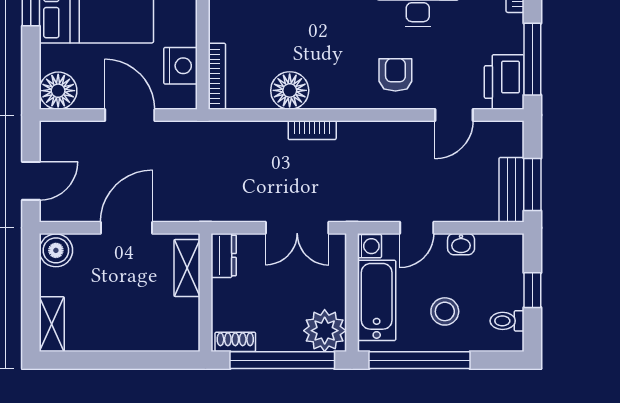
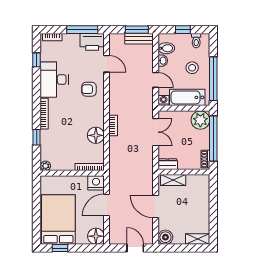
nightstand: (181, 66) -> (96, 183), moved
bidet: (490, 252) -> (166, 48), added

